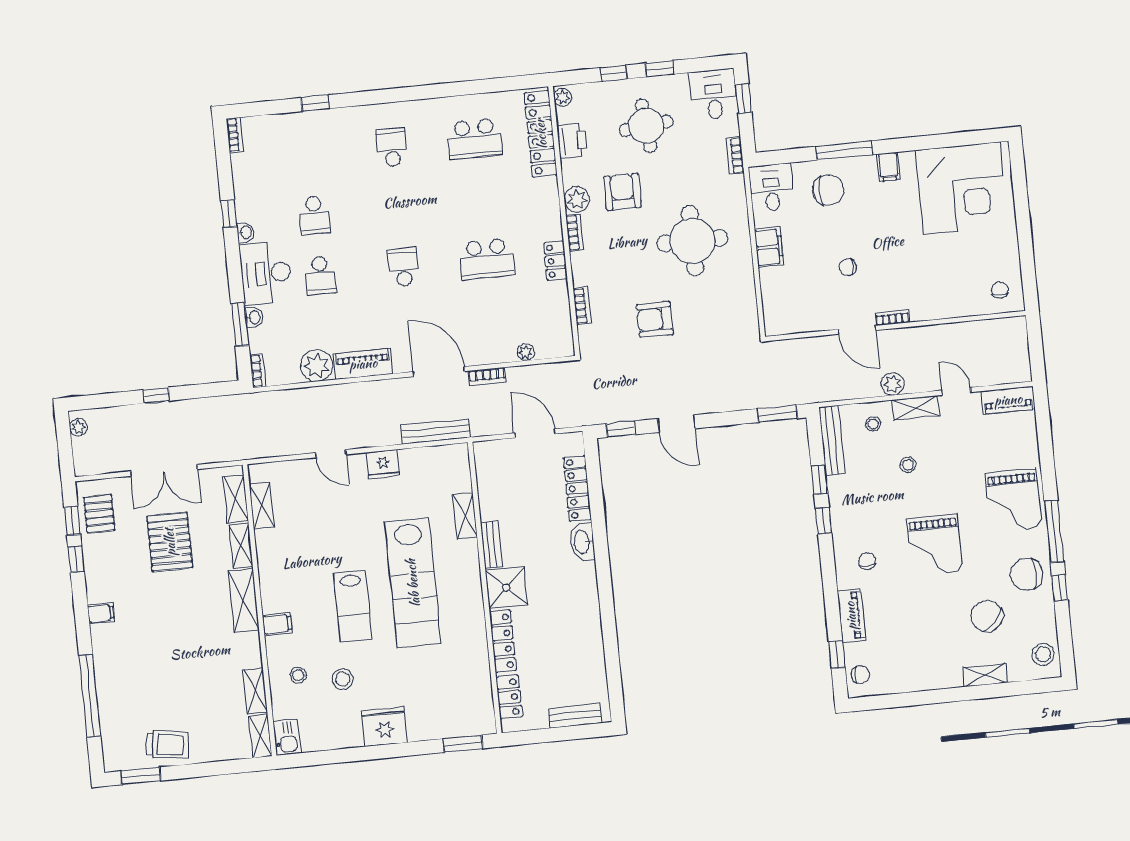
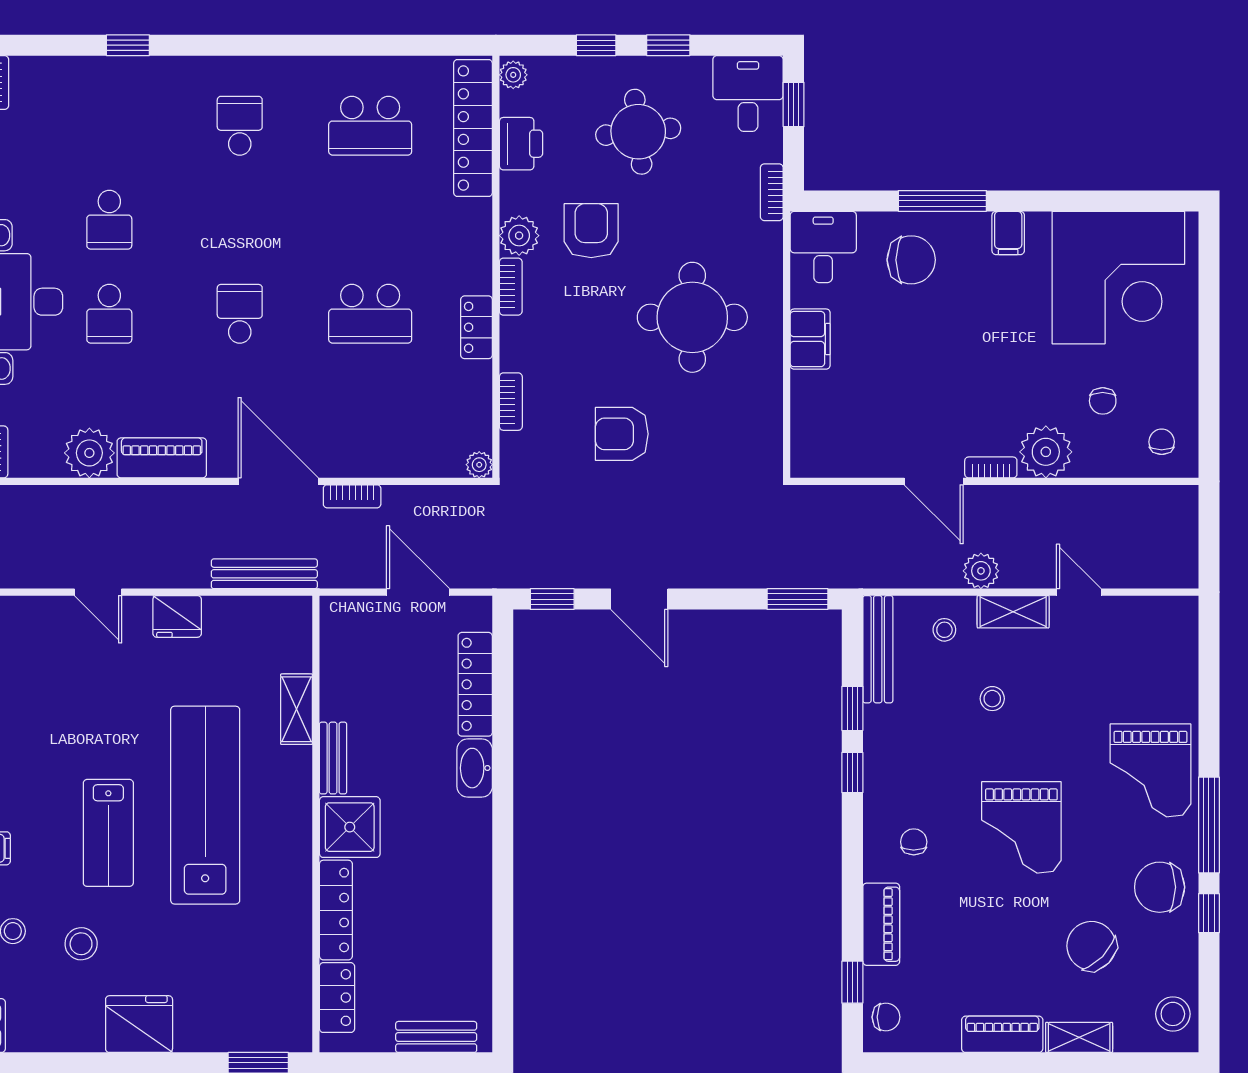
chair: (848, 267) -> (1103, 401), moved, turned -90
plant: (926, 304) -> (1046, 452), added
plant: (526, 352) -> (479, 465), moved
piano: (1008, 400) -> (1002, 1034), moved, turned 180
lab bench: (413, 583) -> (205, 805), turned 180

